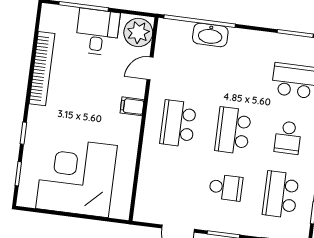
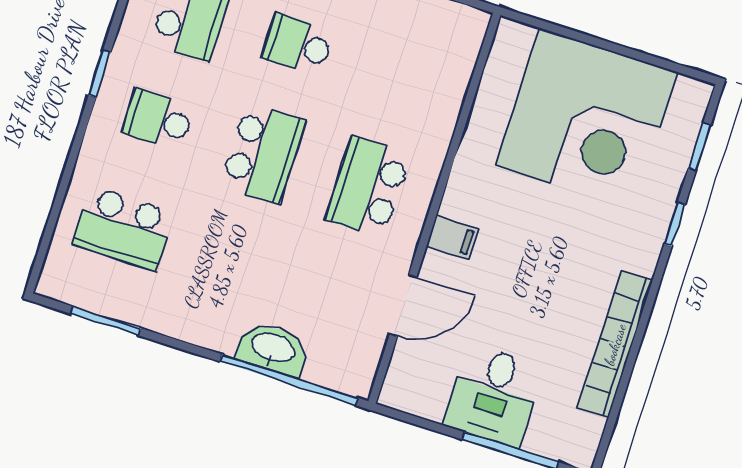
plant: (138, 32) -> (413, 380), removed
door: (150, 68) -> (403, 305), width x1.38
school desk: (178, 124) -> (368, 187), turned 180
school desk: (288, 138) -> (158, 120), turned -90

